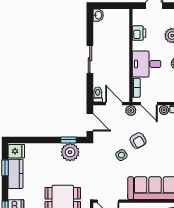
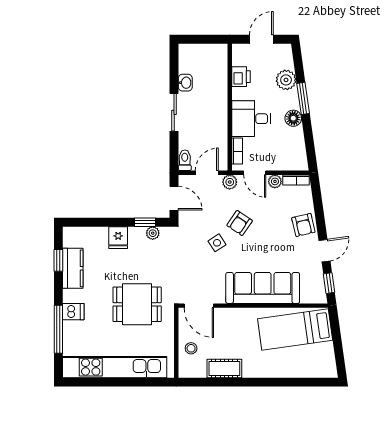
washbasin: (98, 15) -> (185, 83), moved
door: (114, 104) -> (207, 173), hinge flipped
armchair: (138, 141) -> (240, 223), turned 64
fridge: (16, 151) -> (118, 238), moved, turned 90
plant: (70, 152) -> (153, 233), width x0.53, depth x0.53

